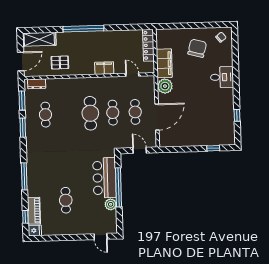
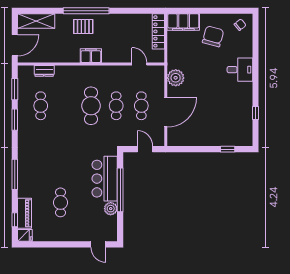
pallet: (60, 62) -> (83, 27), moved
filing cabinet: (164, 63) -> (183, 22), moved, turned 90
filing cabinet: (104, 68) -> (91, 56), moved
dresser: (37, 84) -> (44, 71), moved

